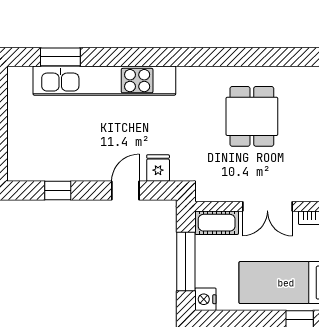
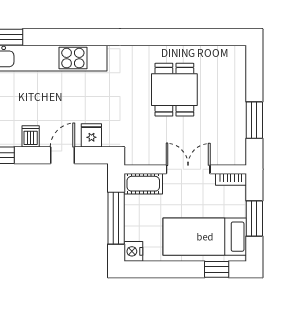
dishwasher: (89, 169) -> (31, 136), added
double door: (267, 206) -> (188, 169), swing flipped

